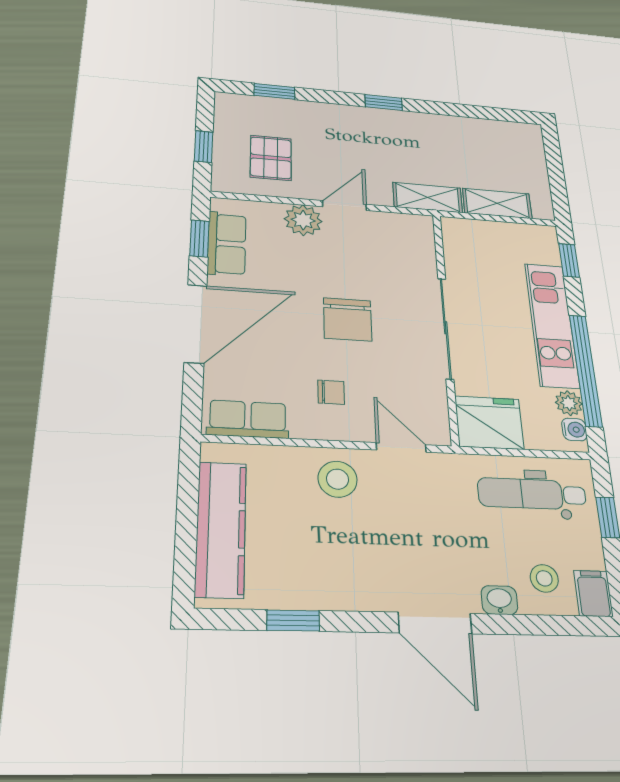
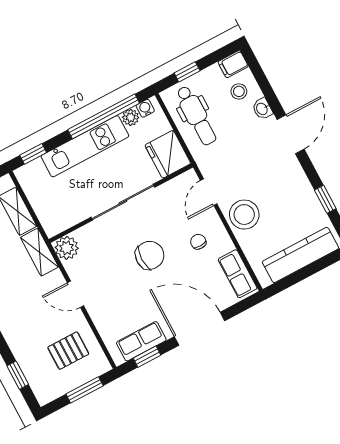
window: (204, 147) -> (85, 390), width x1.50
plant: (303, 220) -> (67, 248), moved
stool: (338, 479) -> (244, 215), width x1.38, depth x1.38

